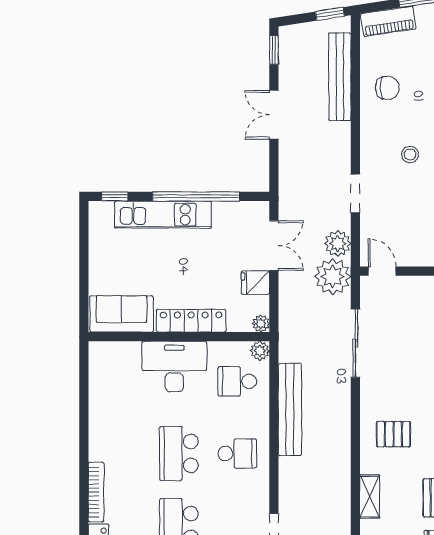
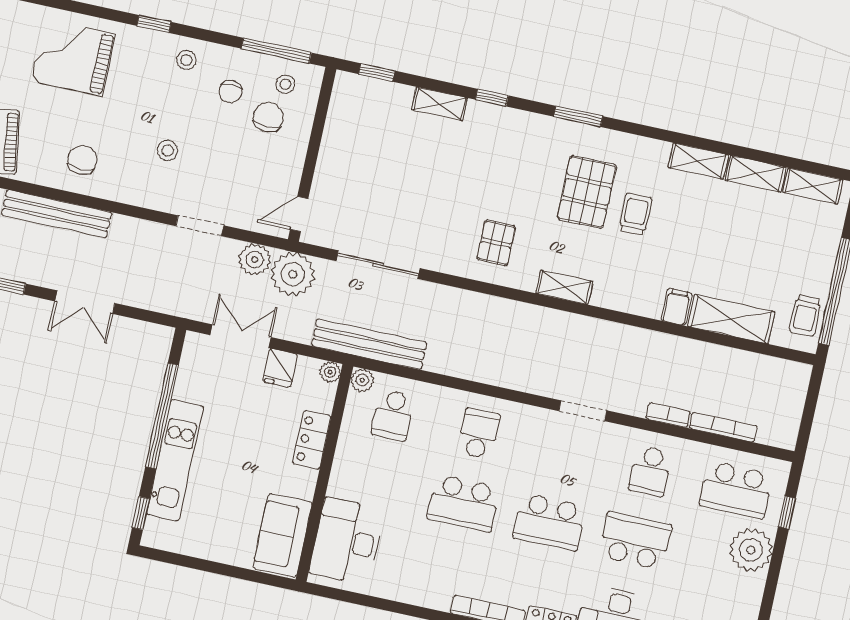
locker: (191, 321) -> (312, 440), width x0.66
desk: (174, 367) -> (347, 541), moved
bench: (290, 410) -> (369, 344), moved

